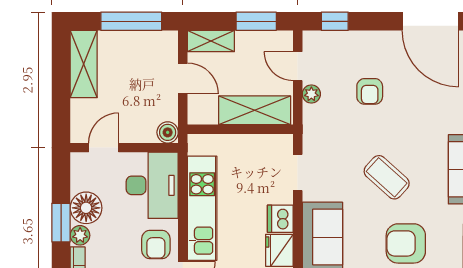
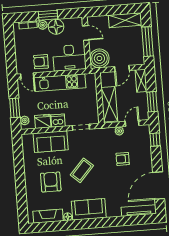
boiler: (168, 132) -> (99, 58), width x1.86, depth x1.86

